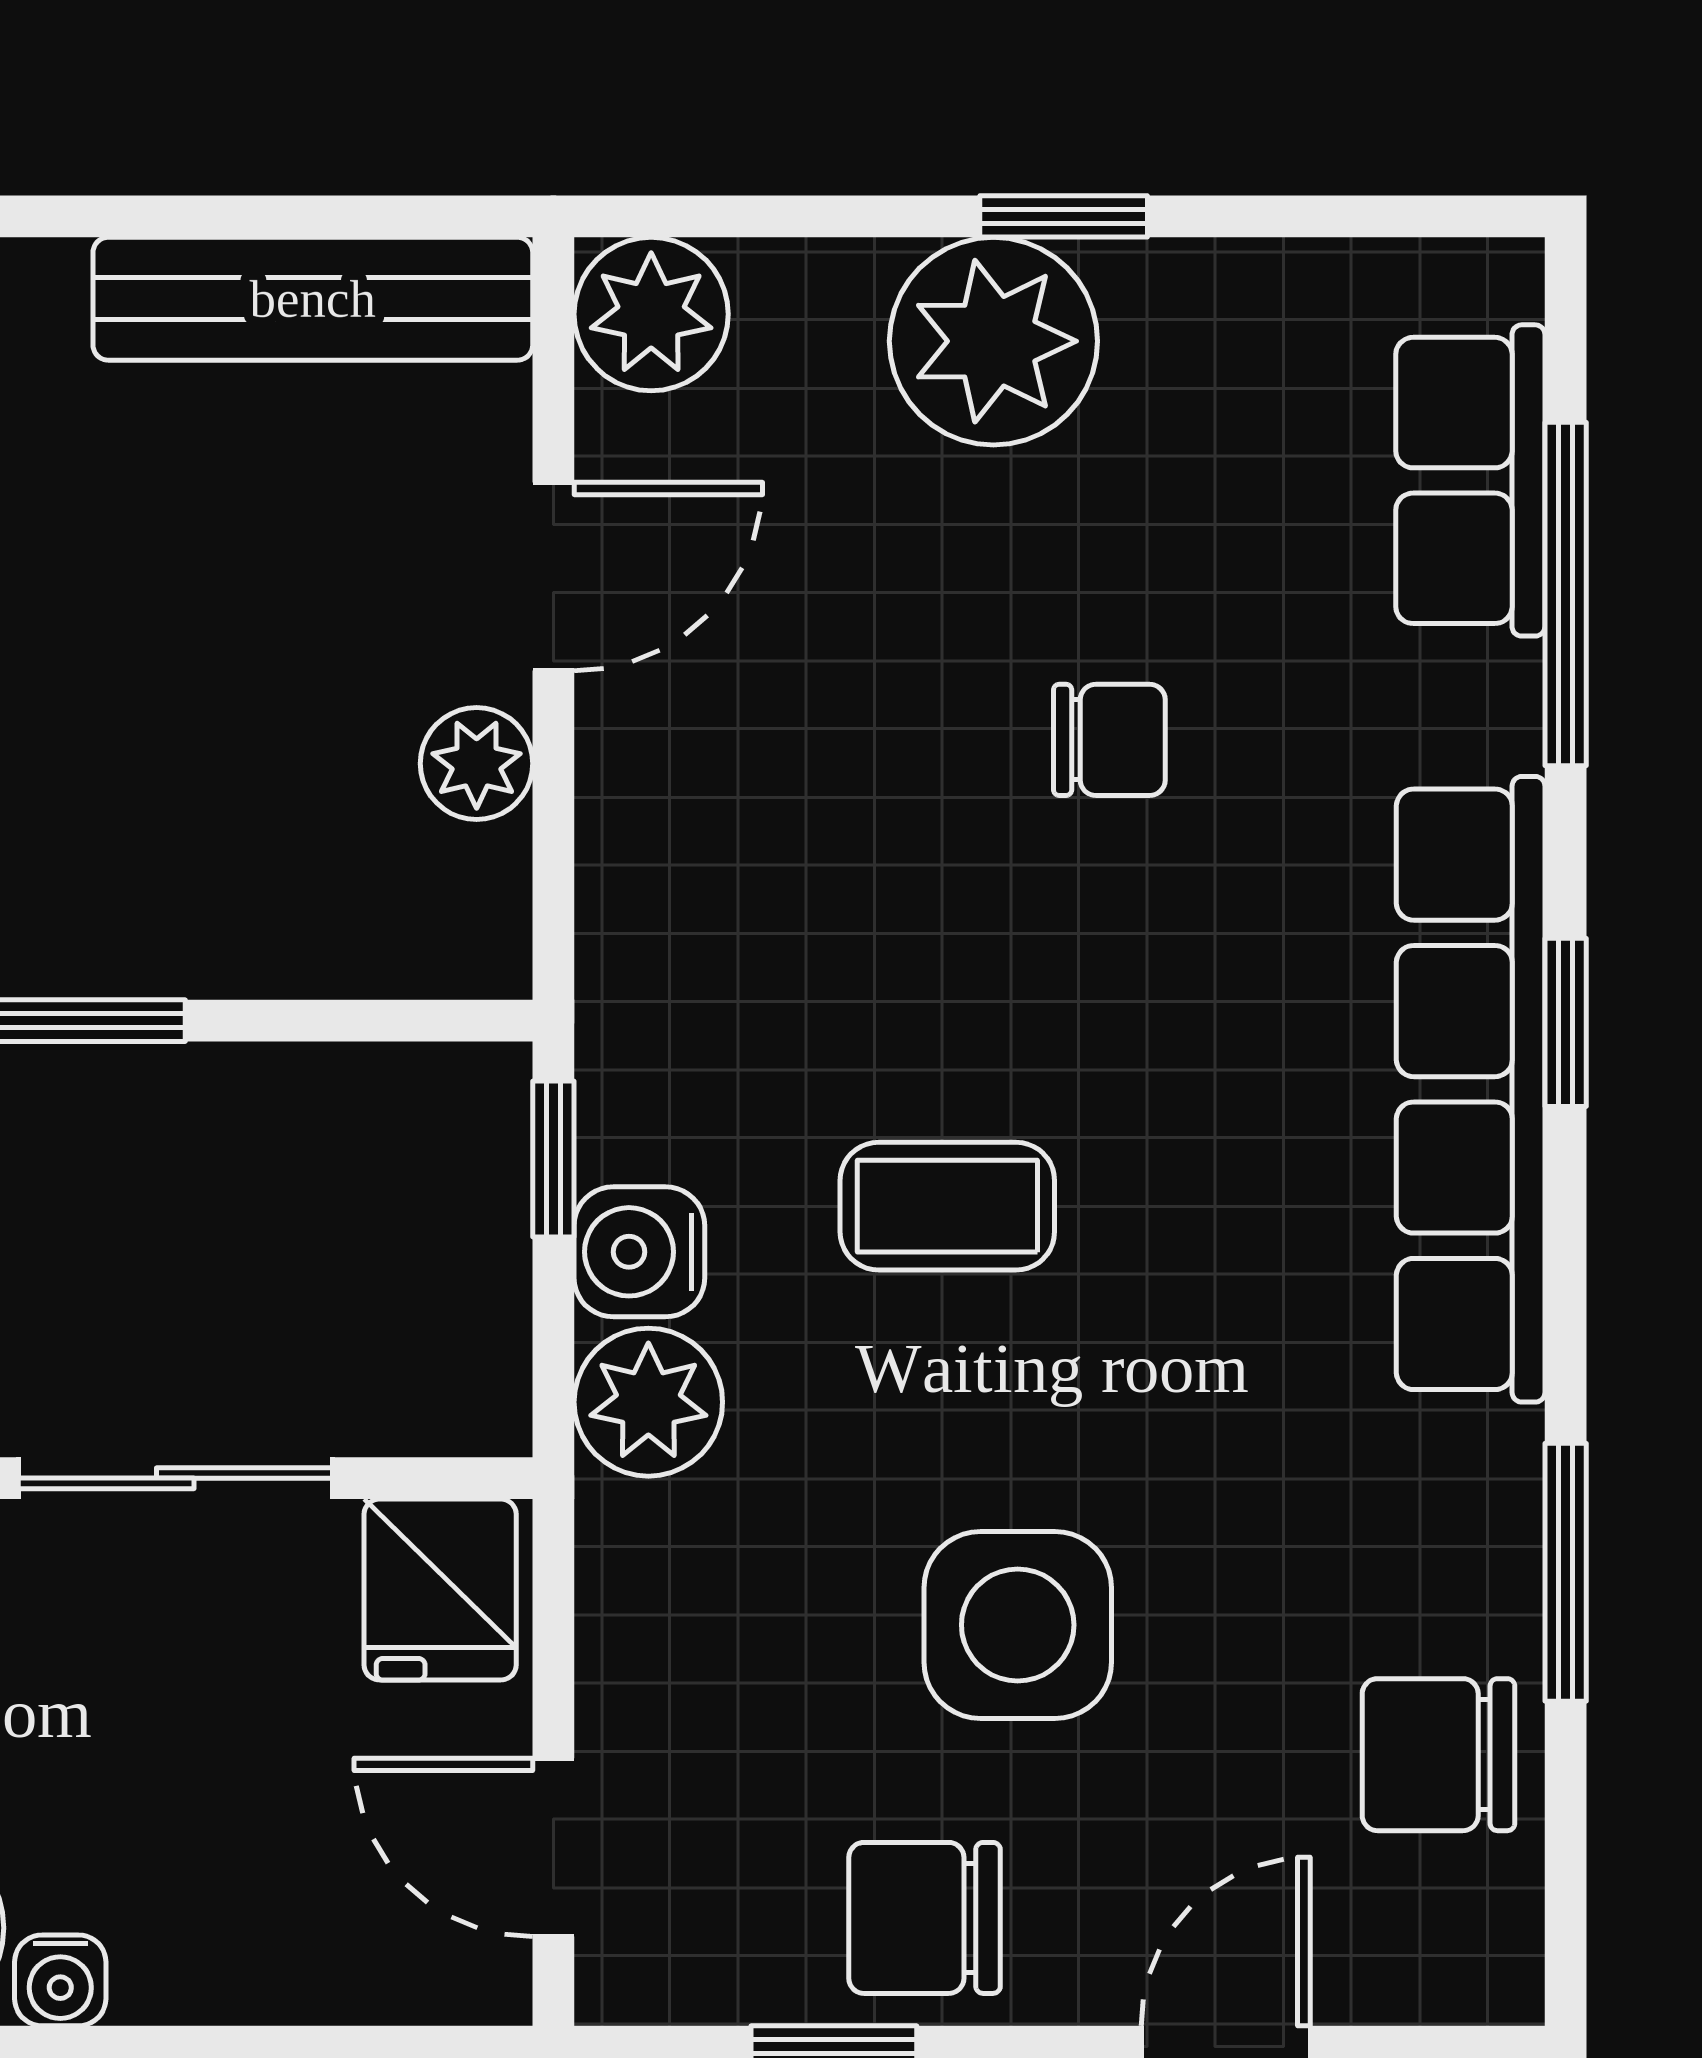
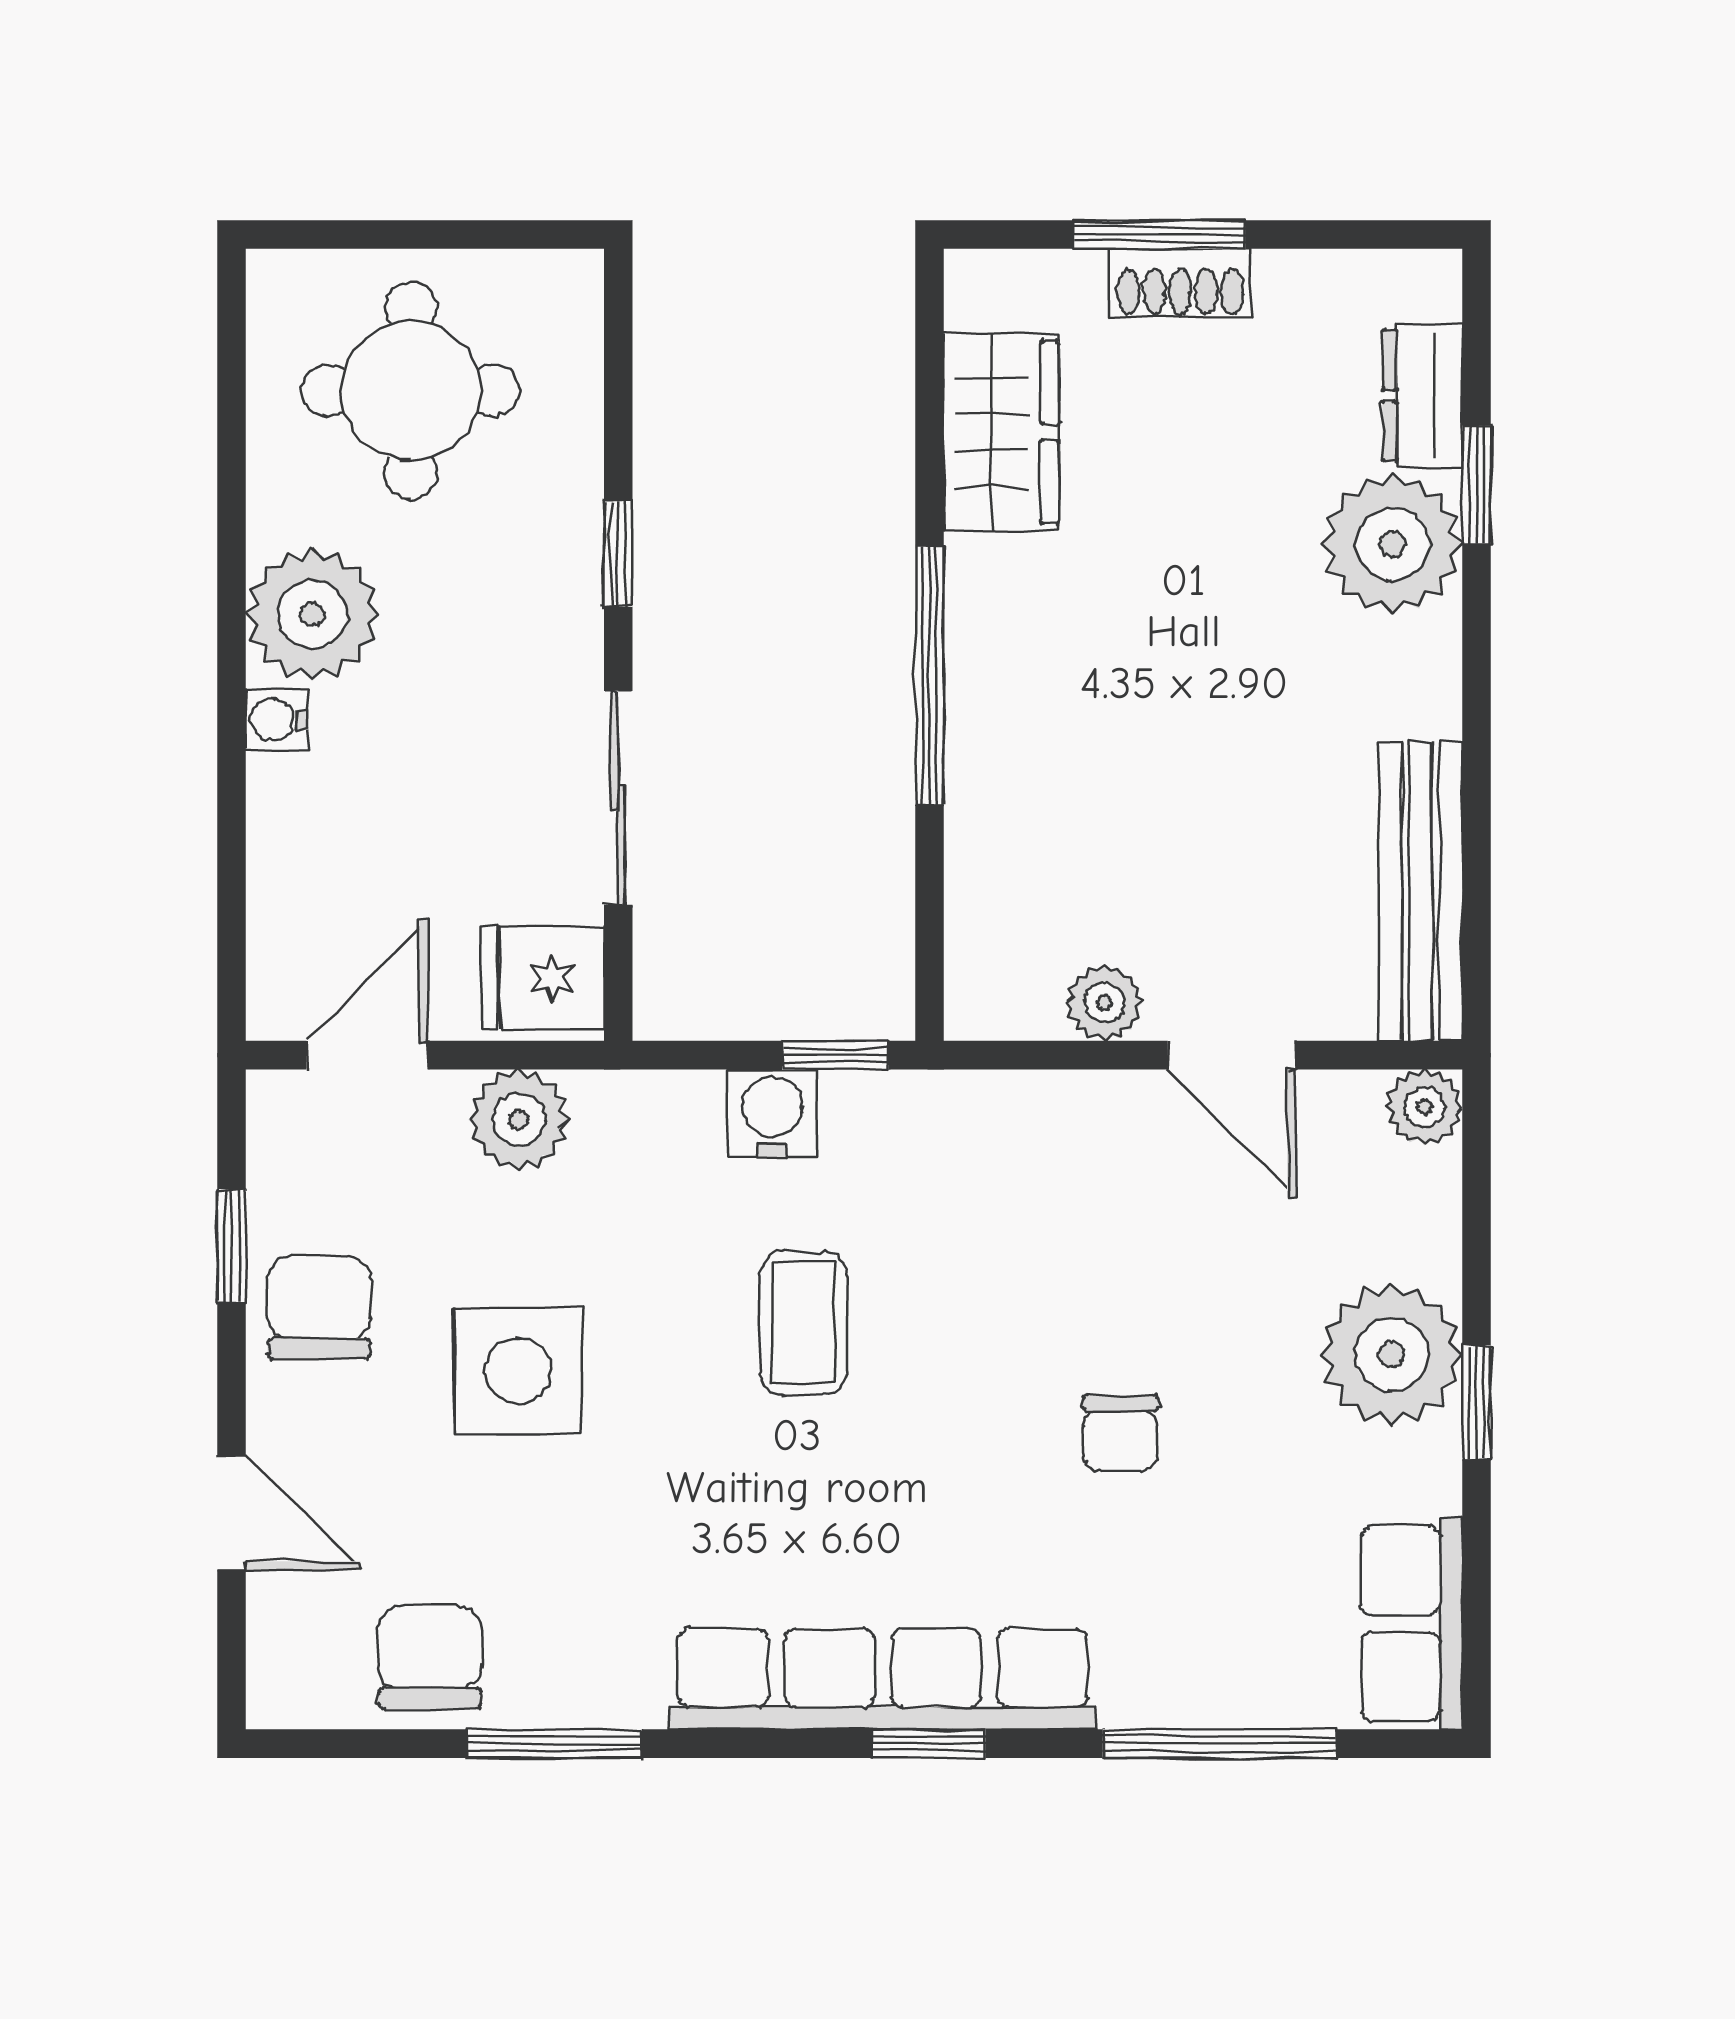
plant: (651, 314) -> (1424, 1107), width x0.73, depth x0.73
row of seats: (1470, 480) -> (1412, 1624), moved, turned -90
plant: (648, 1402) -> (519, 1120), moved

